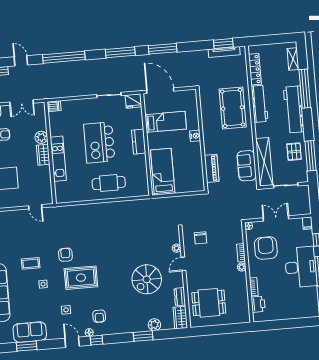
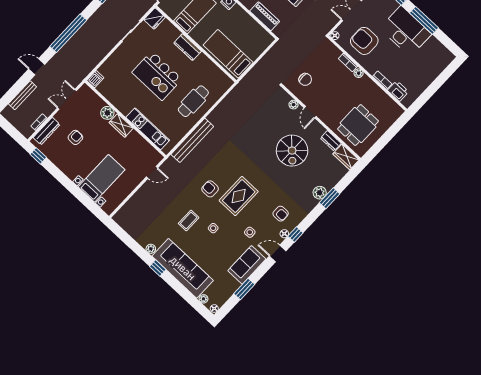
double door: (22, 103) -> (67, 99), swing flipped
kitchen unit: (58, 159) -> (148, 129), moved
bench: (83, 210) -> (192, 140), added
plant: (154, 325) -> (320, 193), moved
sofa: (30, 332) -> (247, 265), moved

